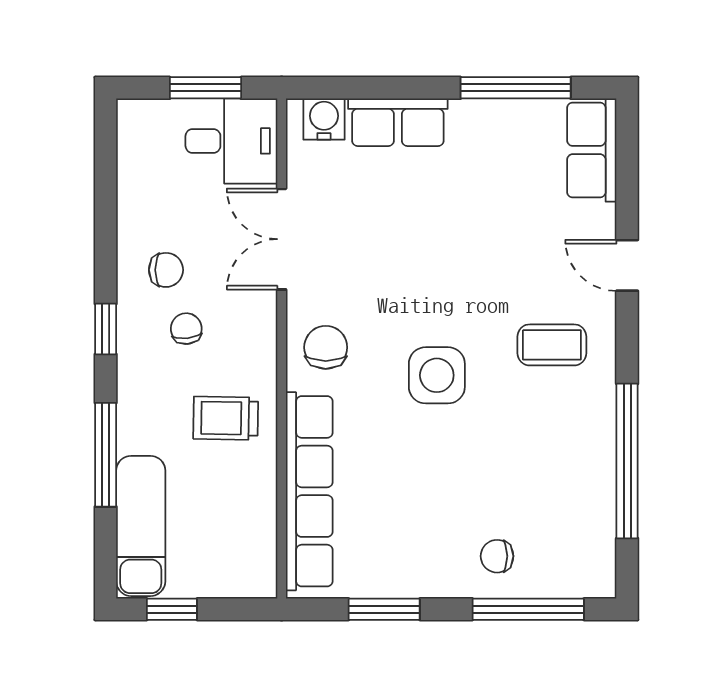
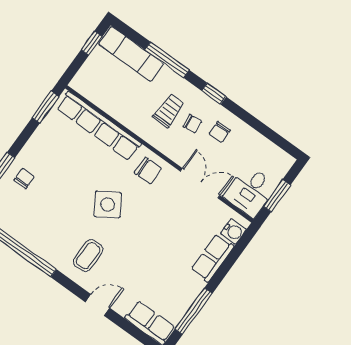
side table: (437, 375) -> (108, 205), turned -33
trolley: (226, 418) -> (169, 111), moved
window: (384, 609) -> (46, 107), moved

